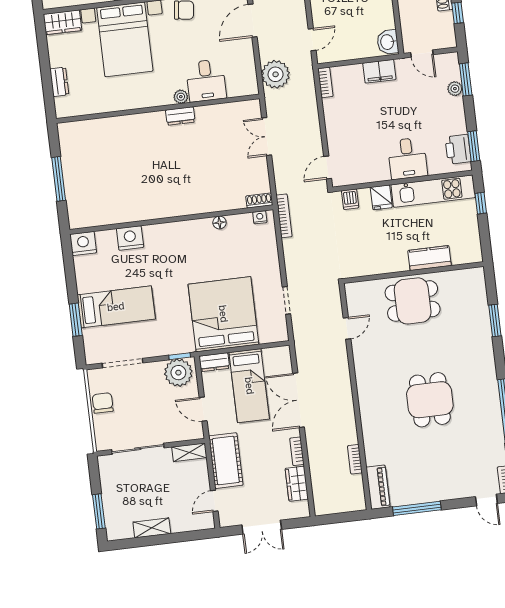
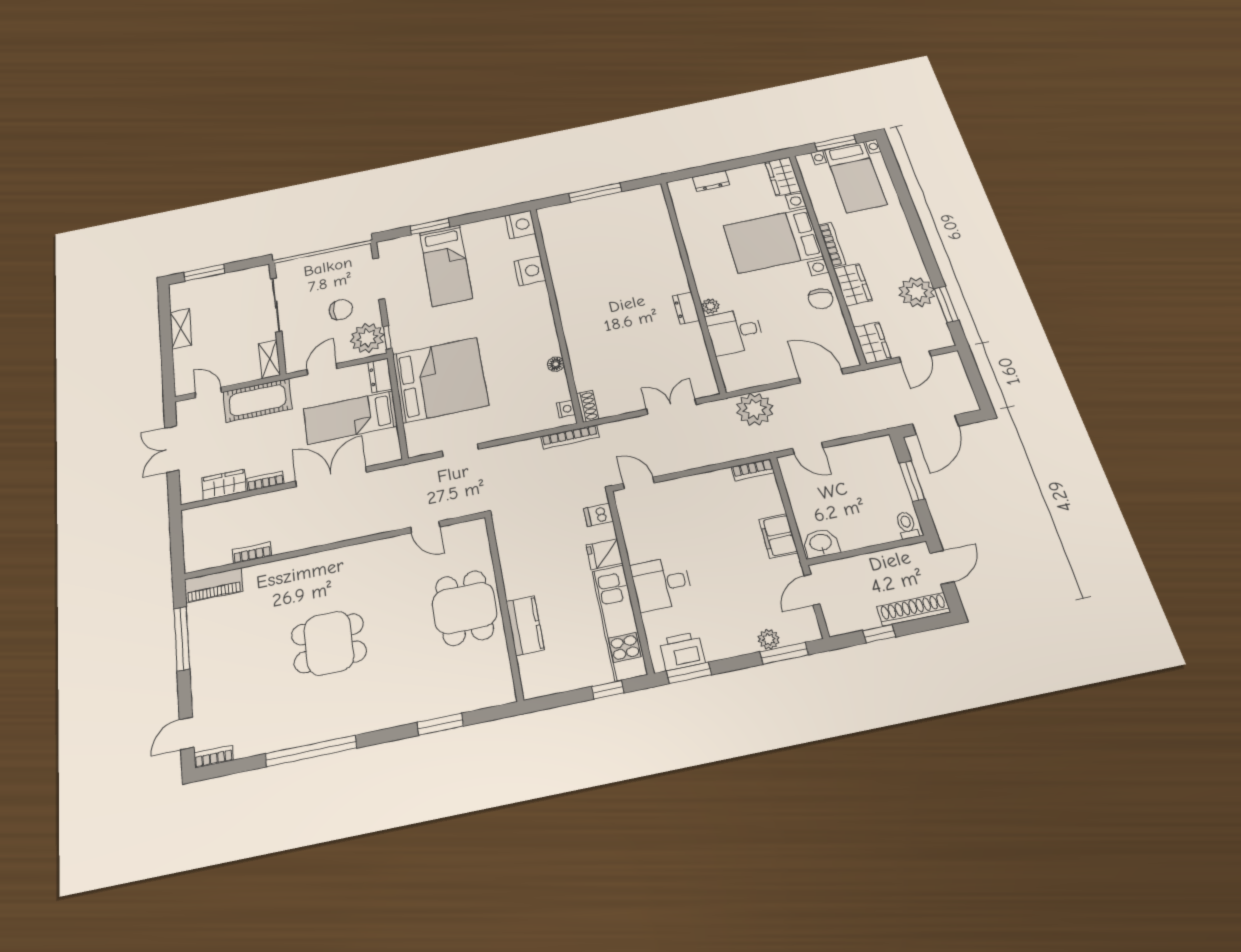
chair: (103, 403) -> (341, 310), moved

